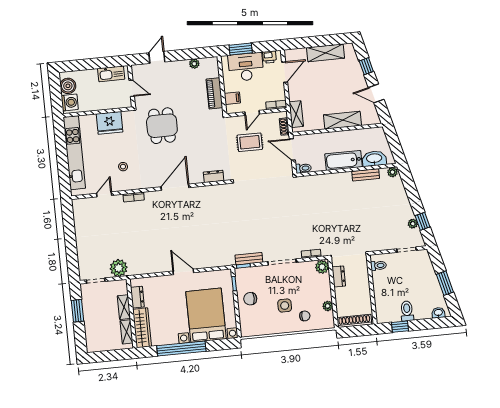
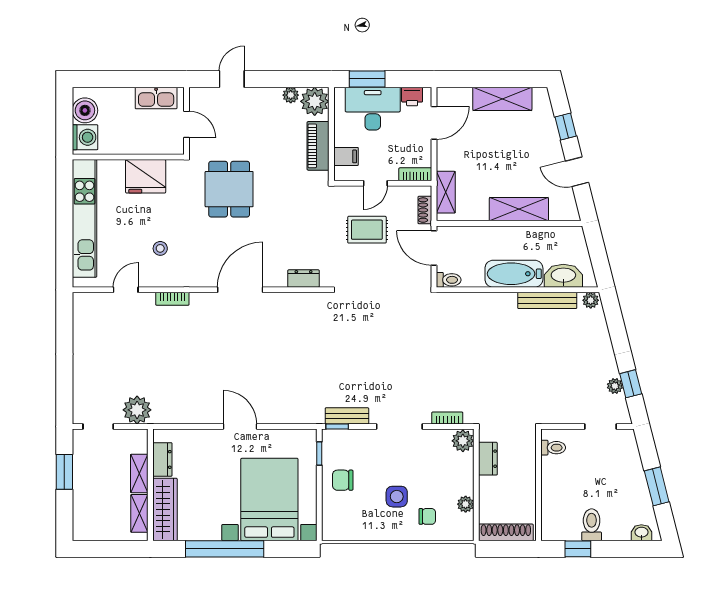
plant: (209, 66) -> (315, 101), added
bench: (366, 175) -> (547, 300), width x1.36

